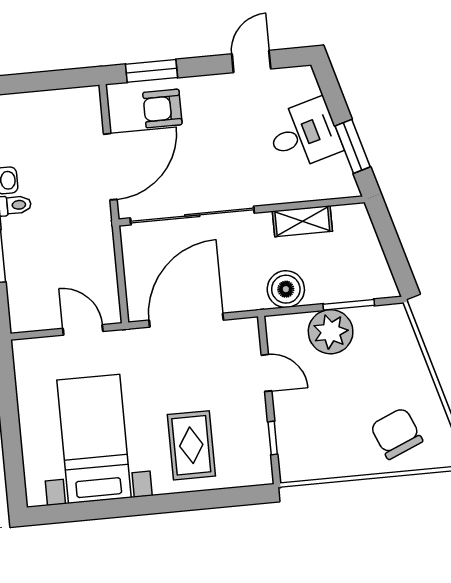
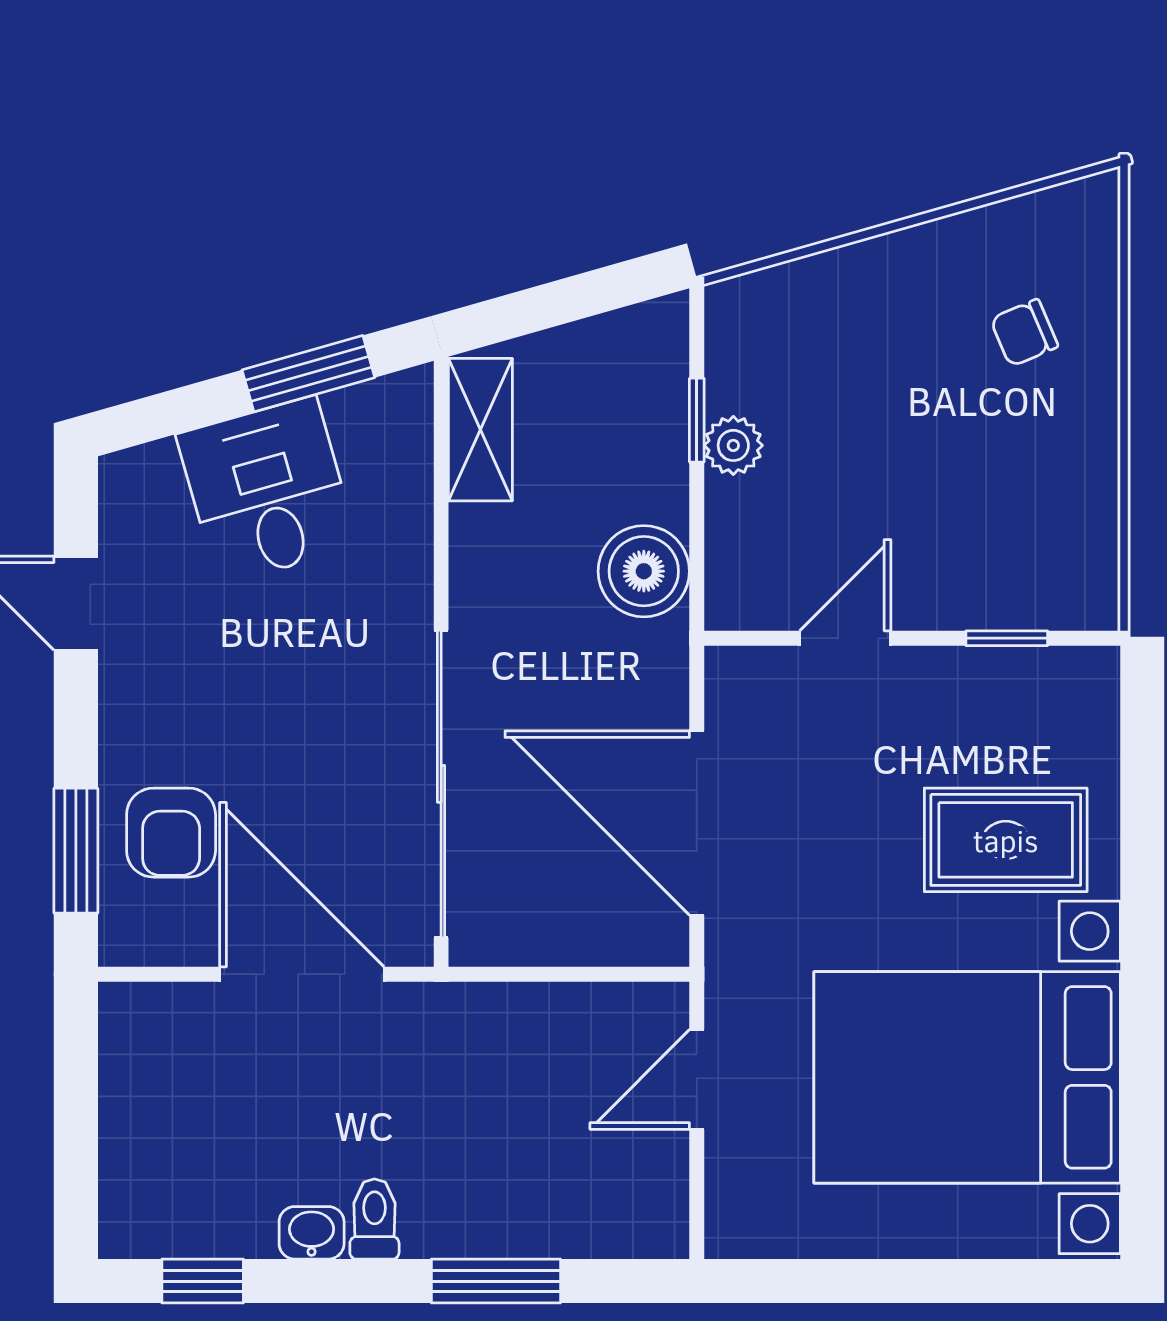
shelving: (302, 221) -> (480, 430), moved
window: (349, 305) -> (697, 420), width x0.67
plant: (331, 332) -> (733, 445), width x0.53, depth x0.53
chair: (396, 433) -> (1024, 333), width x0.54, depth x0.54
bed with nightstands: (94, 439) -> (967, 1077), width x1.36

